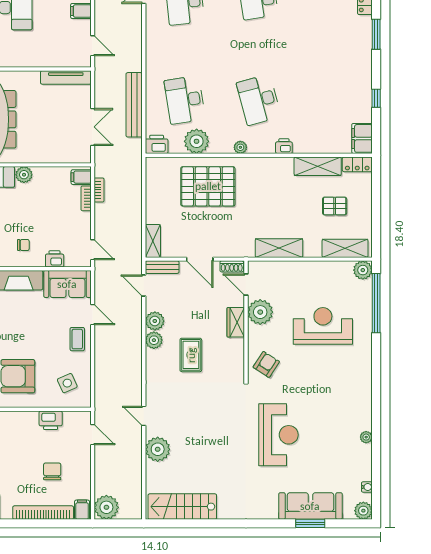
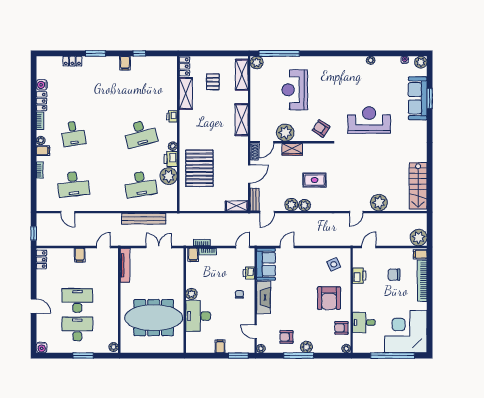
filing cabinet: (362, 138) -> (125, 63), moved, width x0.50
printer: (157, 144) -> (171, 159), moved
coffee table: (77, 339) -> (304, 258), removed

